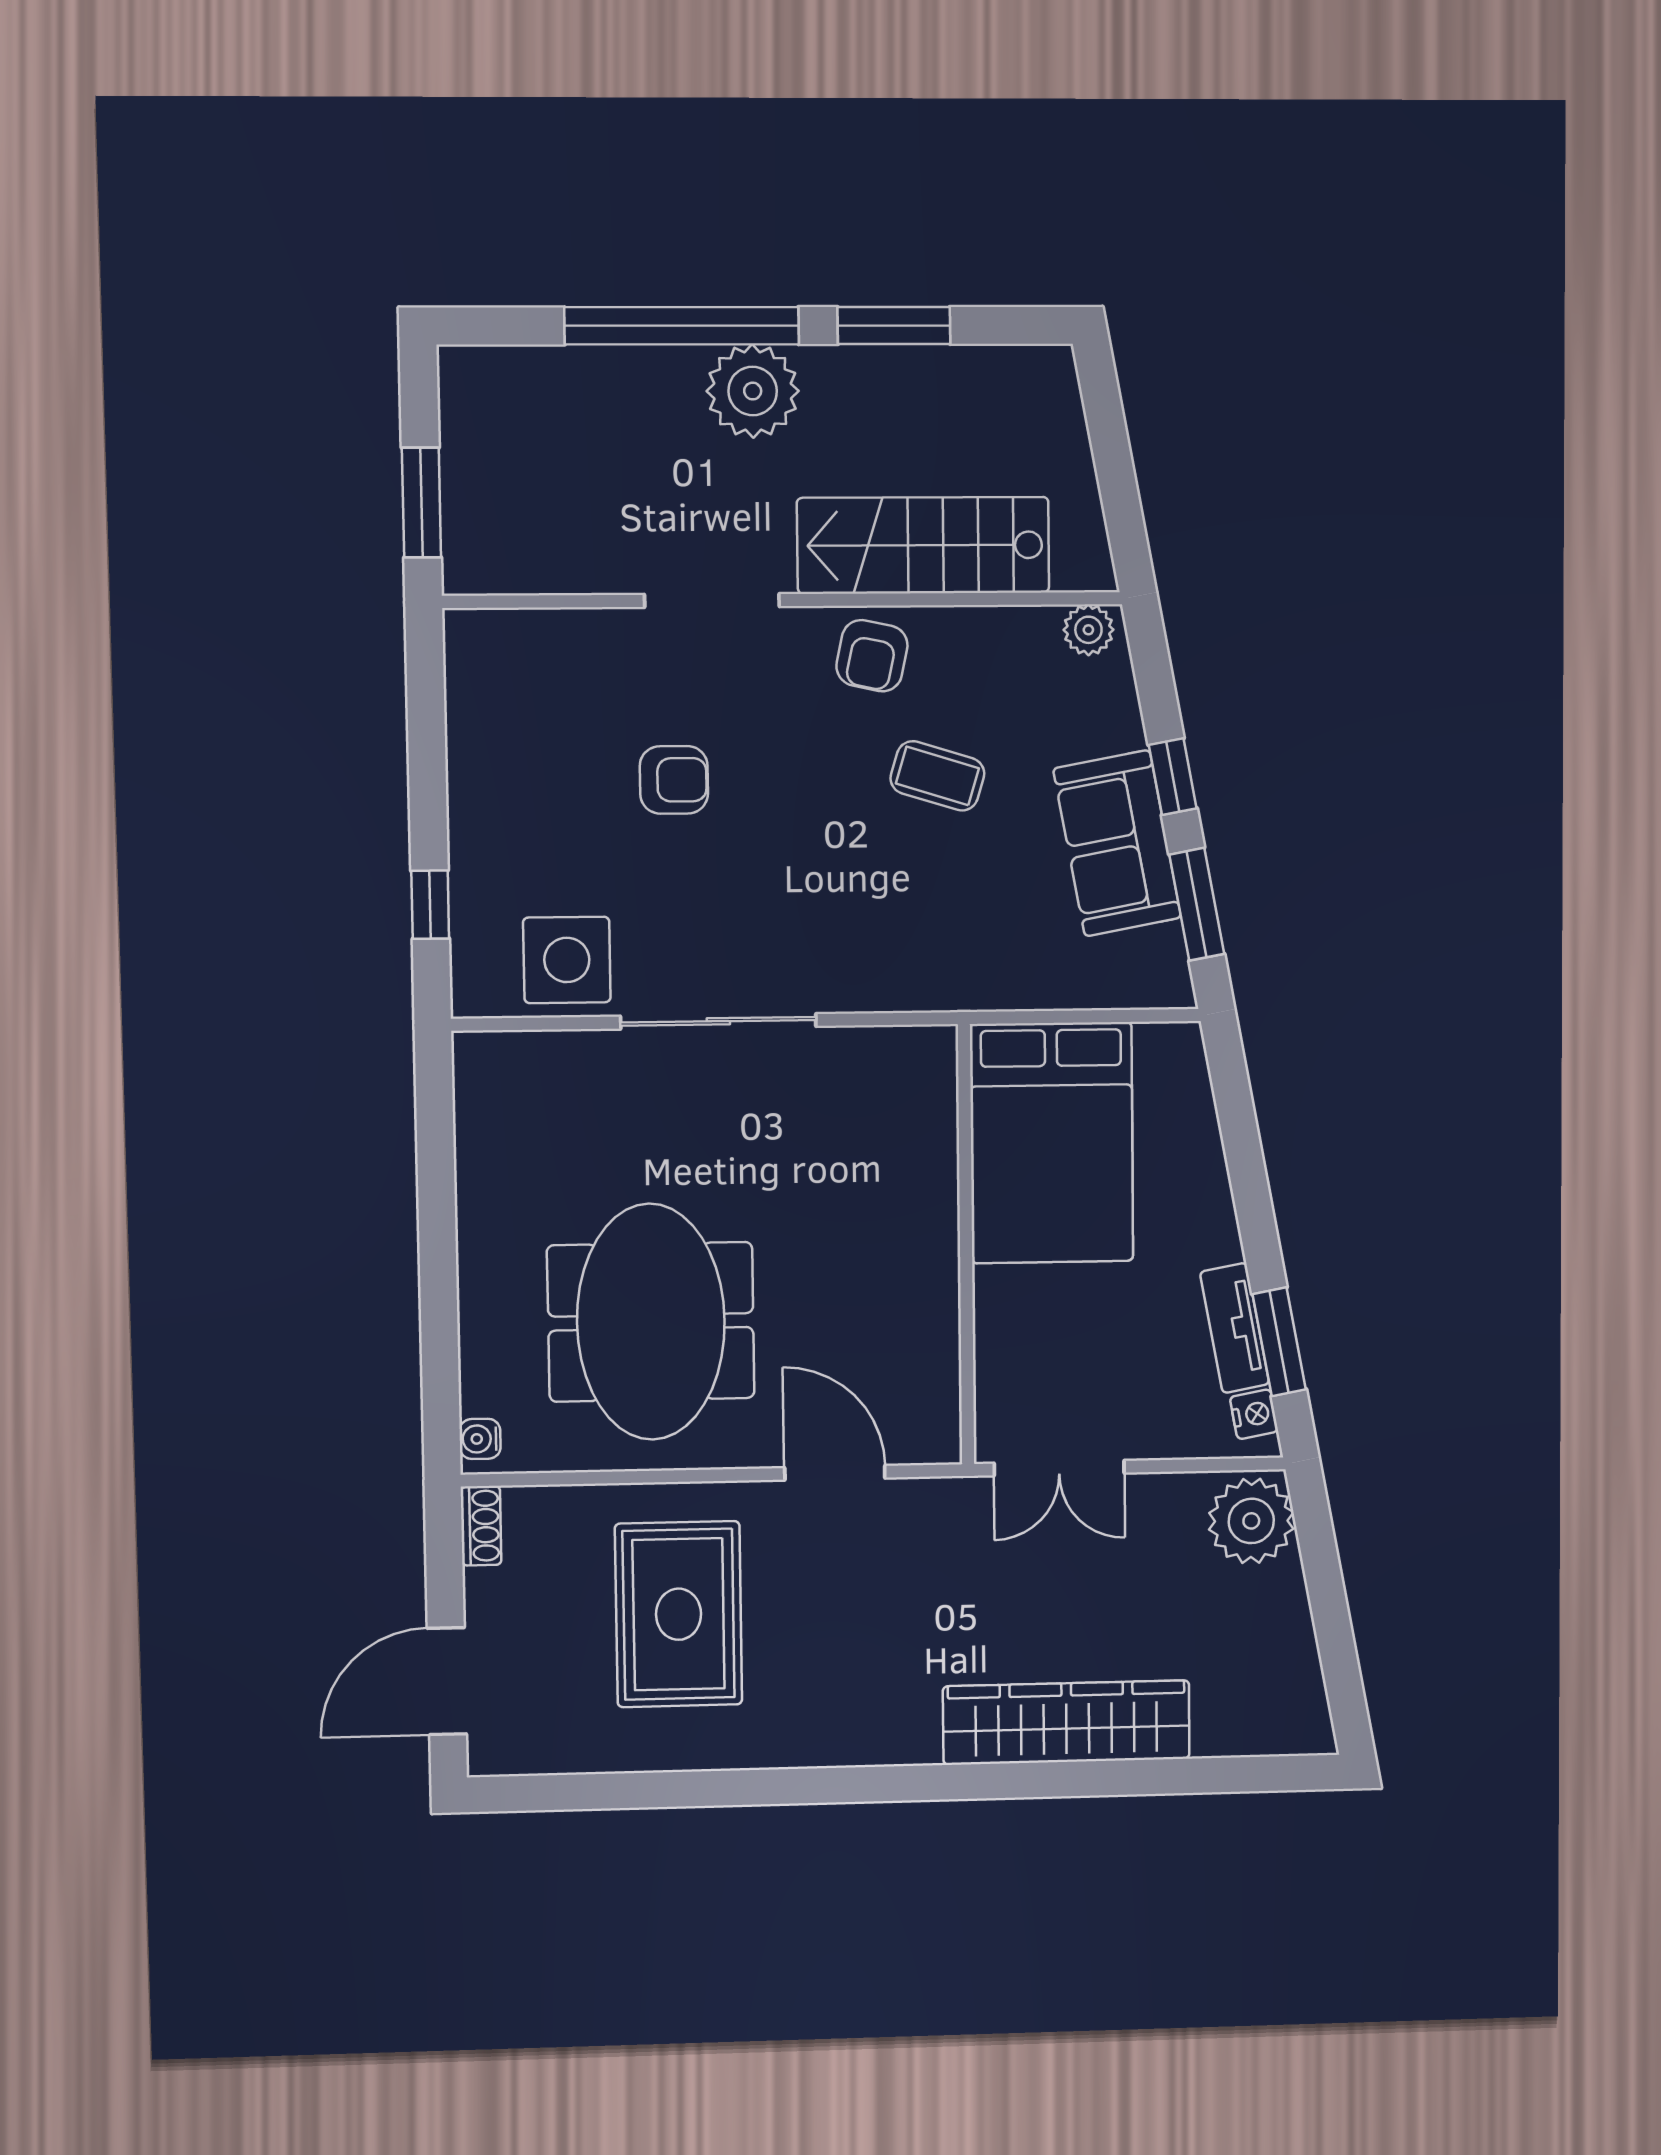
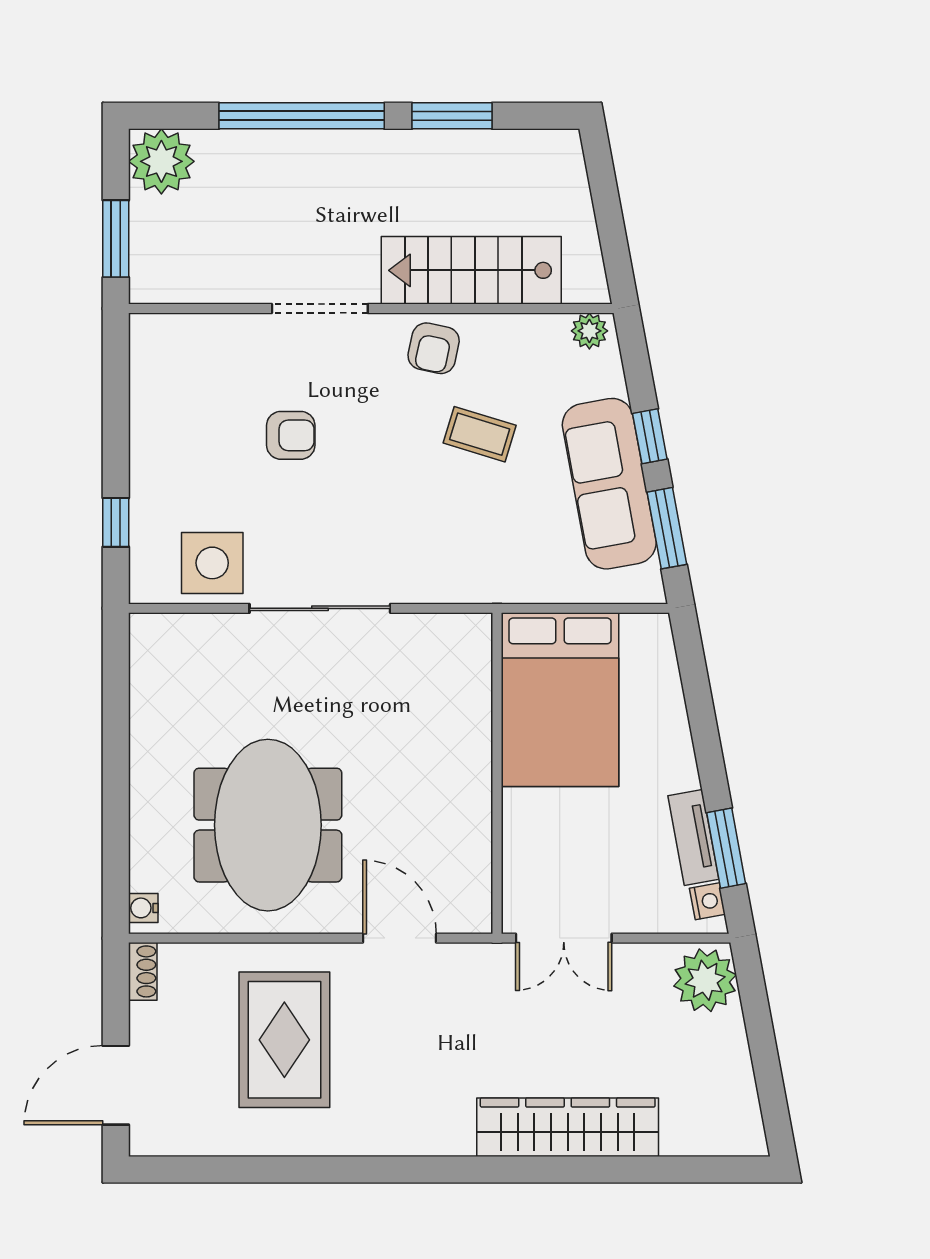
plant: (753, 391) -> (161, 161), moved
sofa: (1117, 843) -> (609, 484), width x1.36

